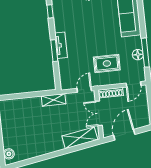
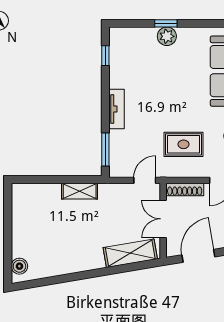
window: (54, 51) -> (105, 149), moved
shelving: (54, 100) -> (80, 191), moved

